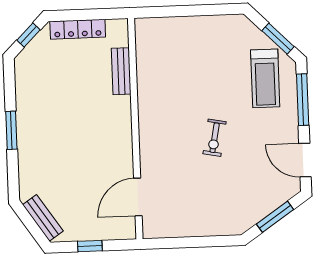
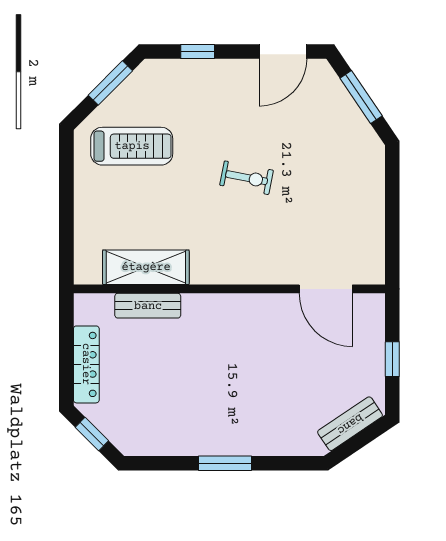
shelving: (148, 69) -> (146, 267), added
treadmill: (265, 78) -> (132, 146), moved
window: (303, 100) -> (198, 52), width x0.46

